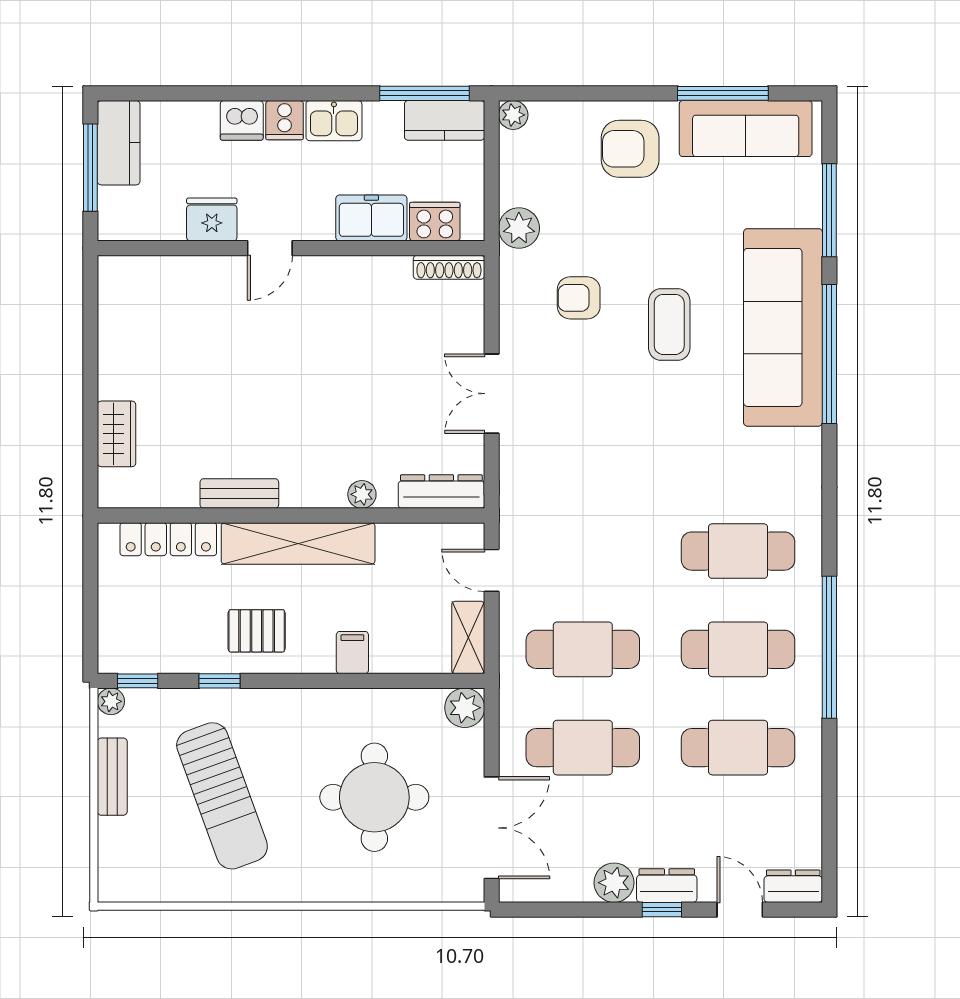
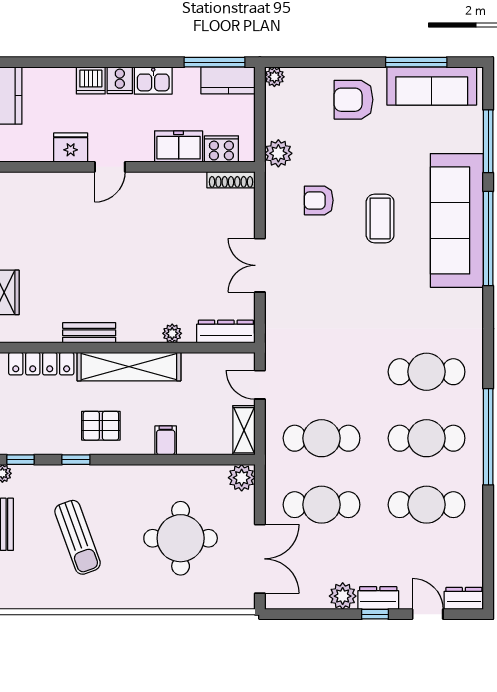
sun lounger: (222, 796) -> (78, 537), width x0.73, depth x0.75

